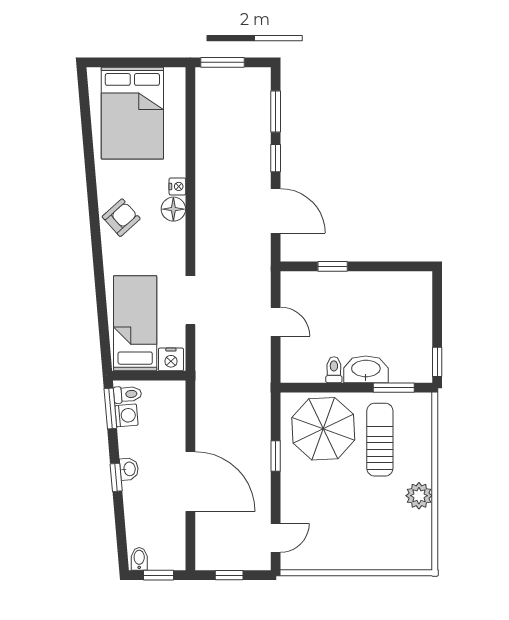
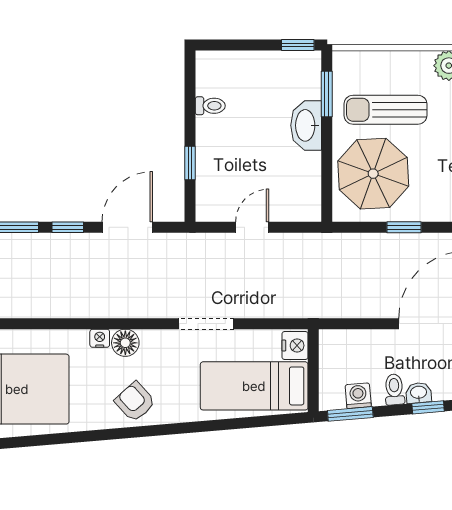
doorway: (190, 300) -> (206, 324), moved
toilet: (334, 370) -> (210, 106), moved, turned 180
toilet: (128, 394) -> (394, 389), moved

